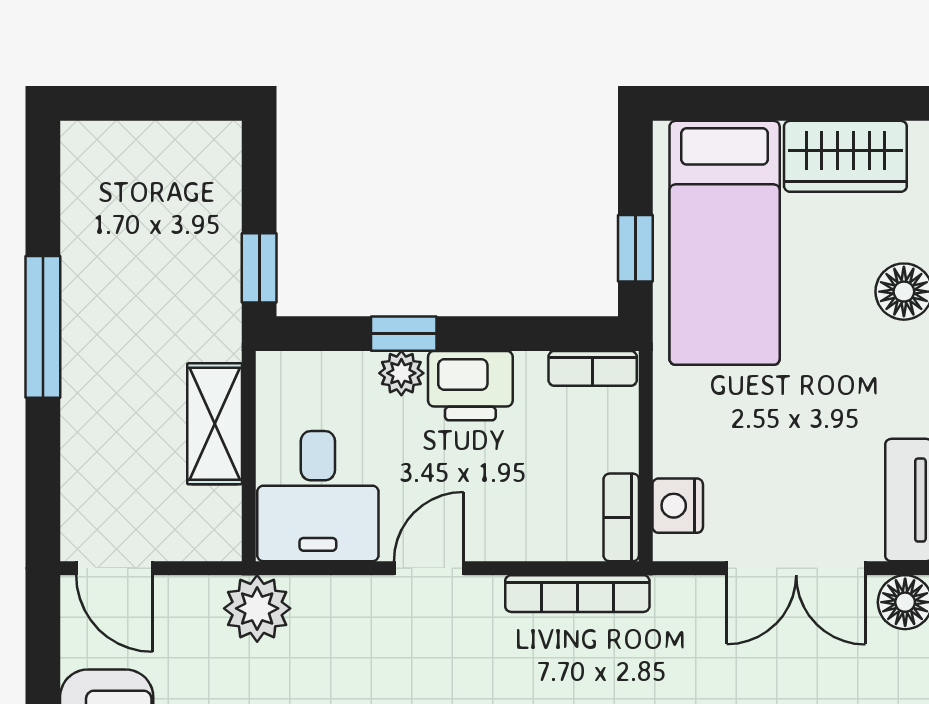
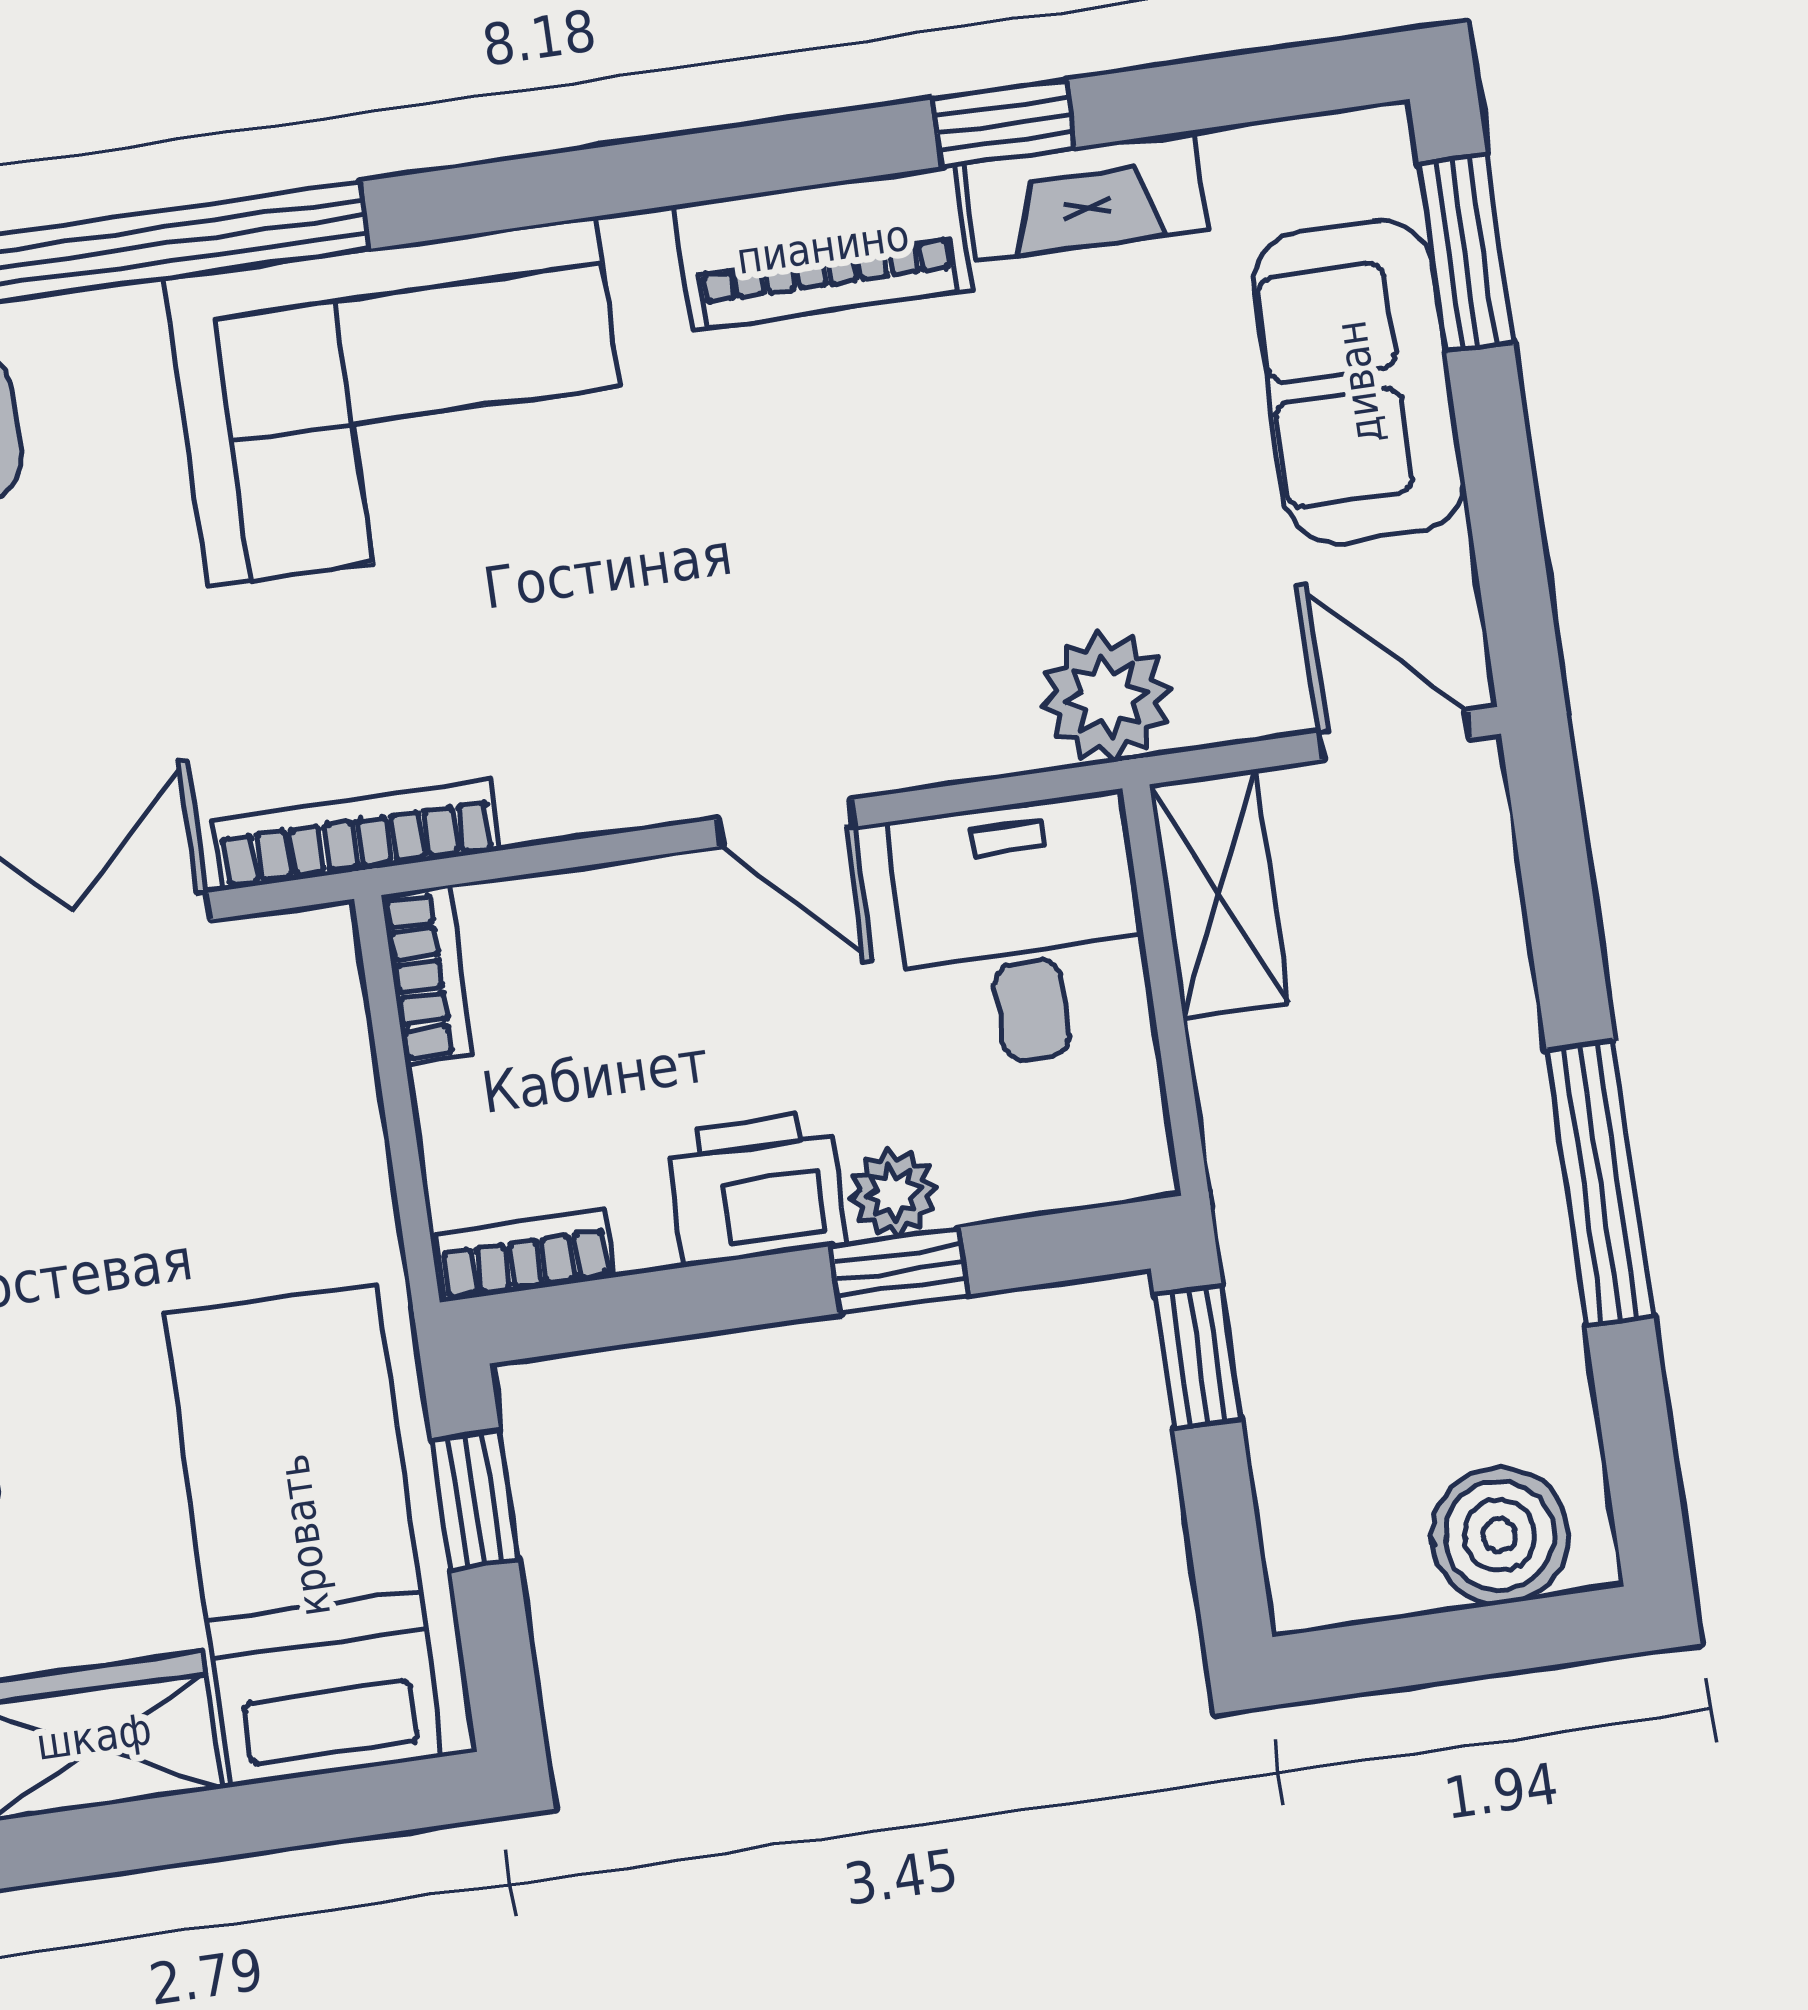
boiler: (119, 156) -> (1500, 1535), added
shelving: (215, 424) -> (1219, 894), moved
nightstand: (678, 506) -> (321, 1014), removed
door: (429, 568) -> (786, 823), hinge flipped
bookcase: (577, 594) -> (356, 835), moved

